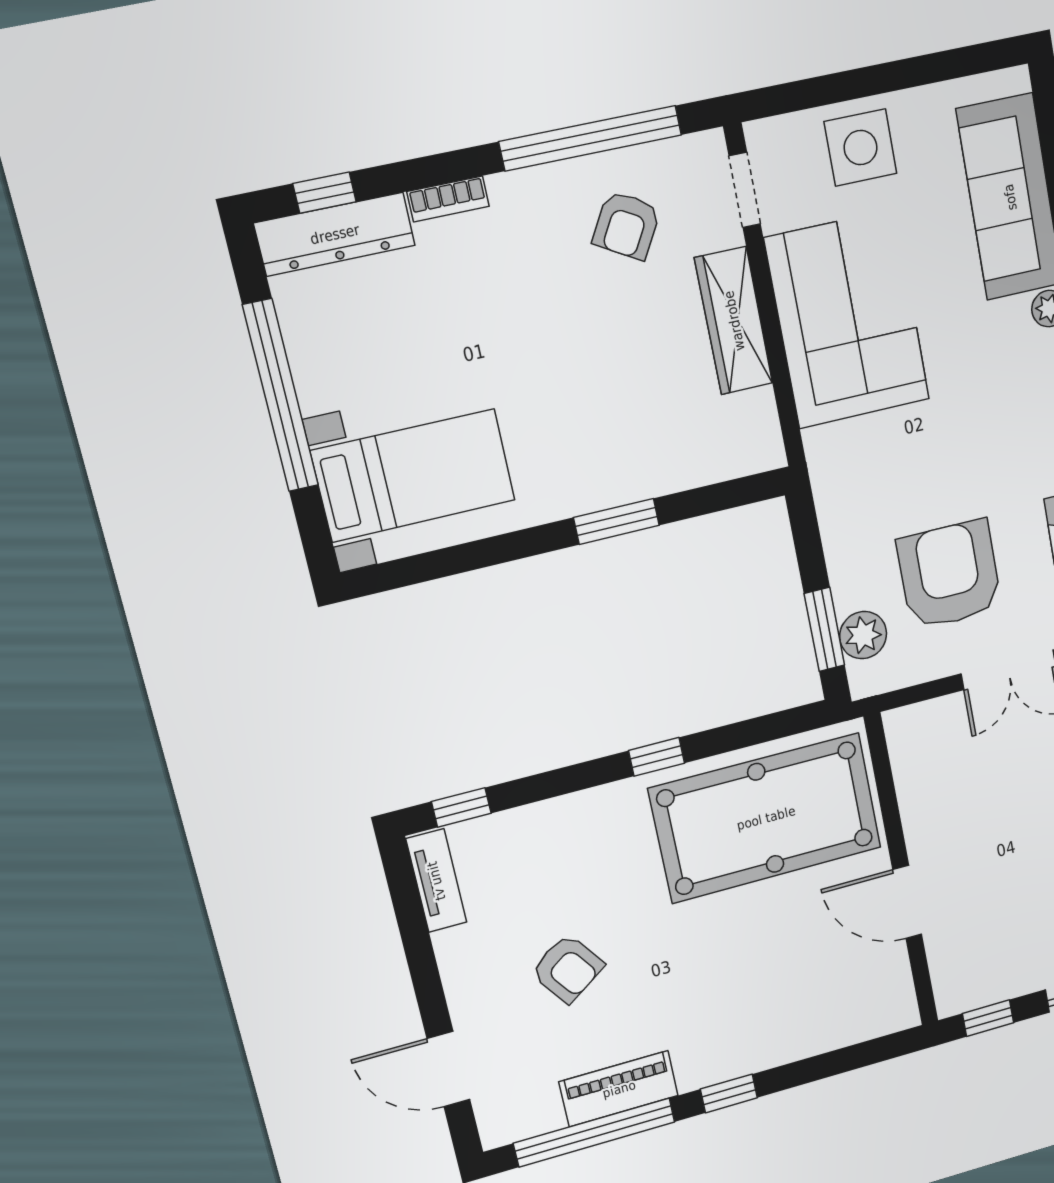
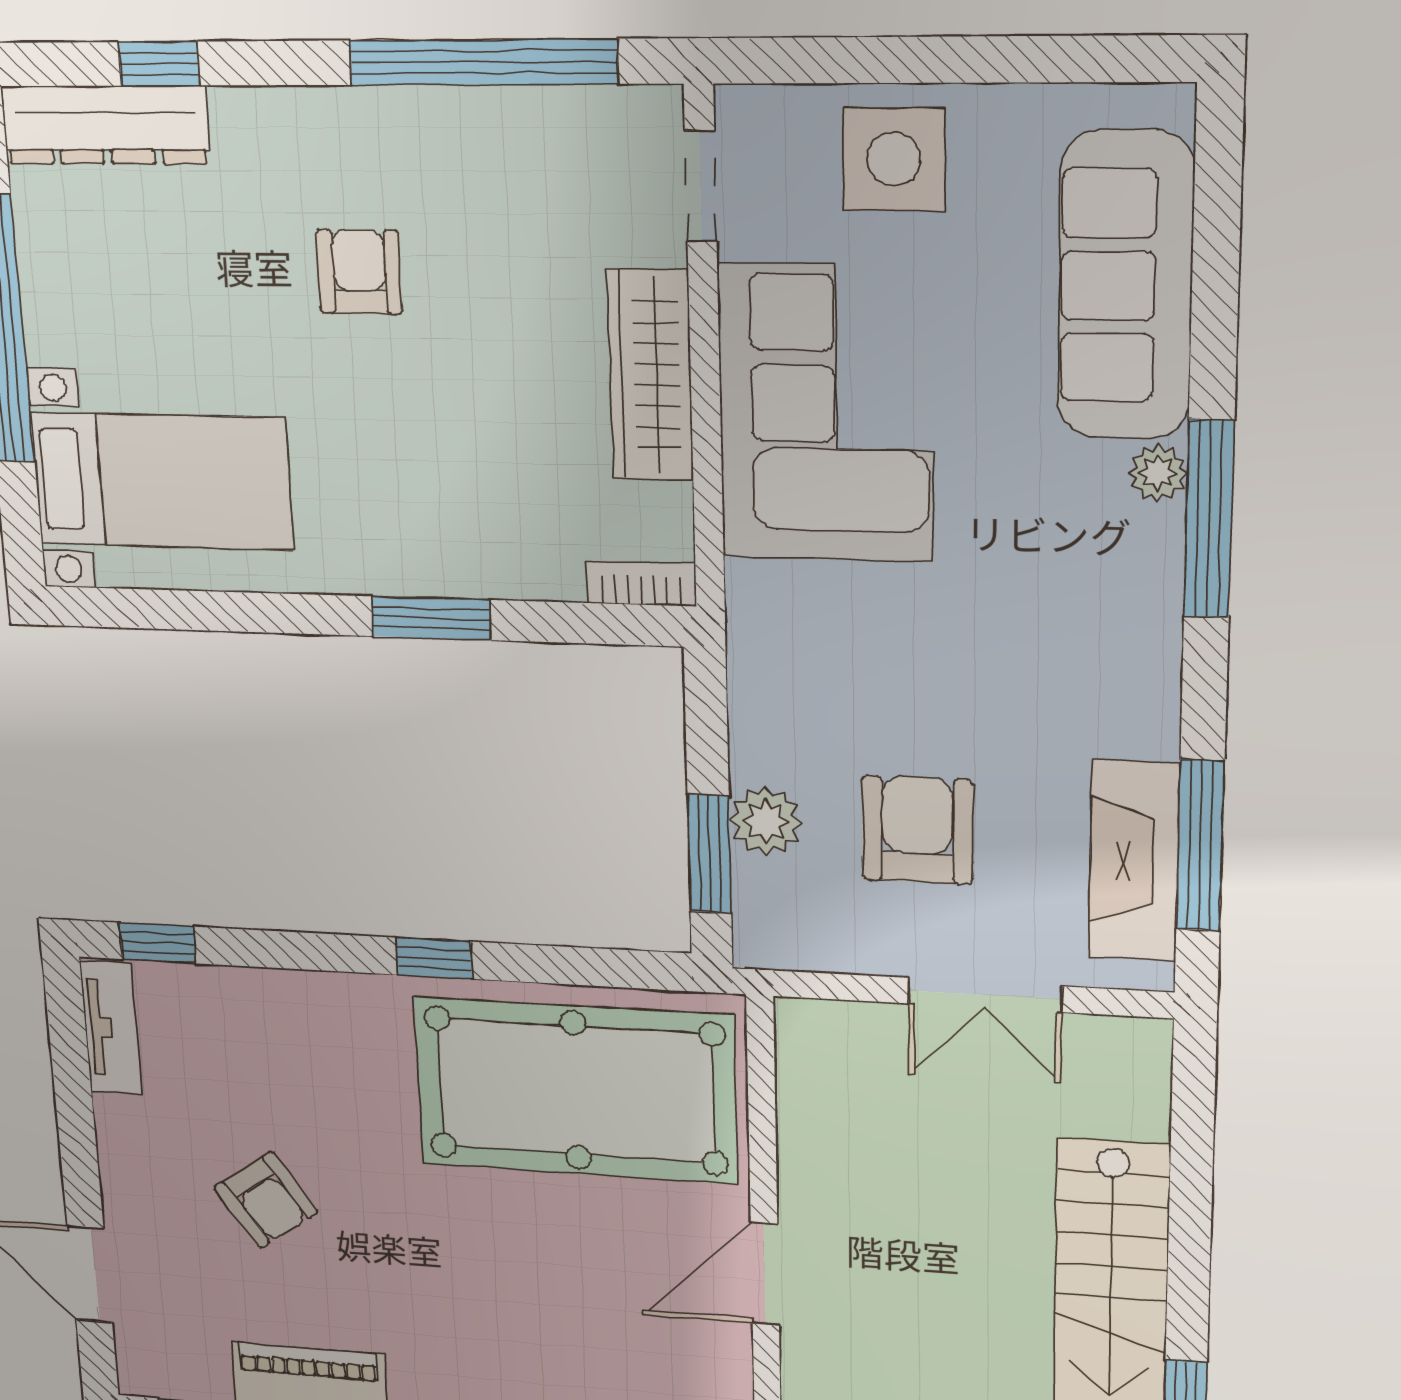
window: (325, 193) -> (159, 64), moved
bookcase: (448, 199) -> (641, 583), moved, turned 180
armchair: (627, 225) -> (359, 272), moved, turned 150
armchair: (949, 575) -> (917, 830), width x0.73, depth x0.73
plant: (863, 635) -> (766, 821), moved
door: (907, 902) -> (765, 1274), hinge flipped

